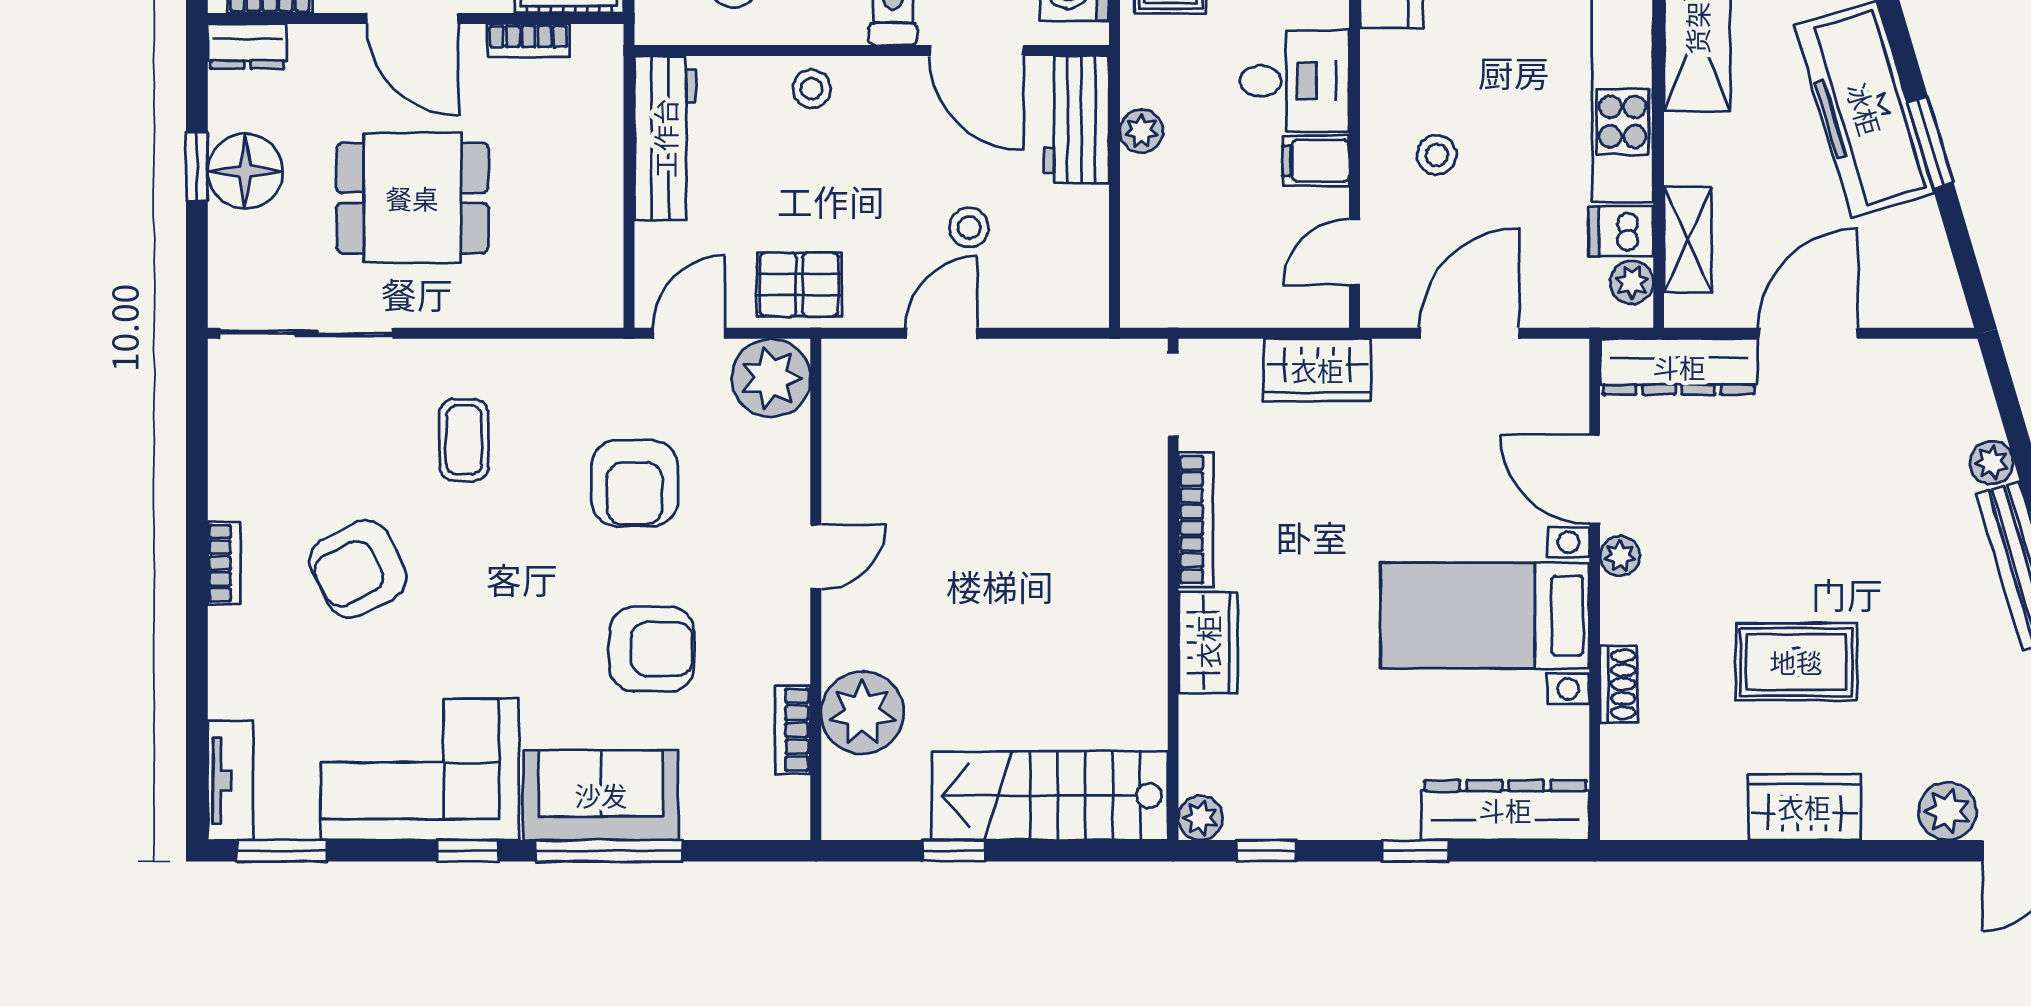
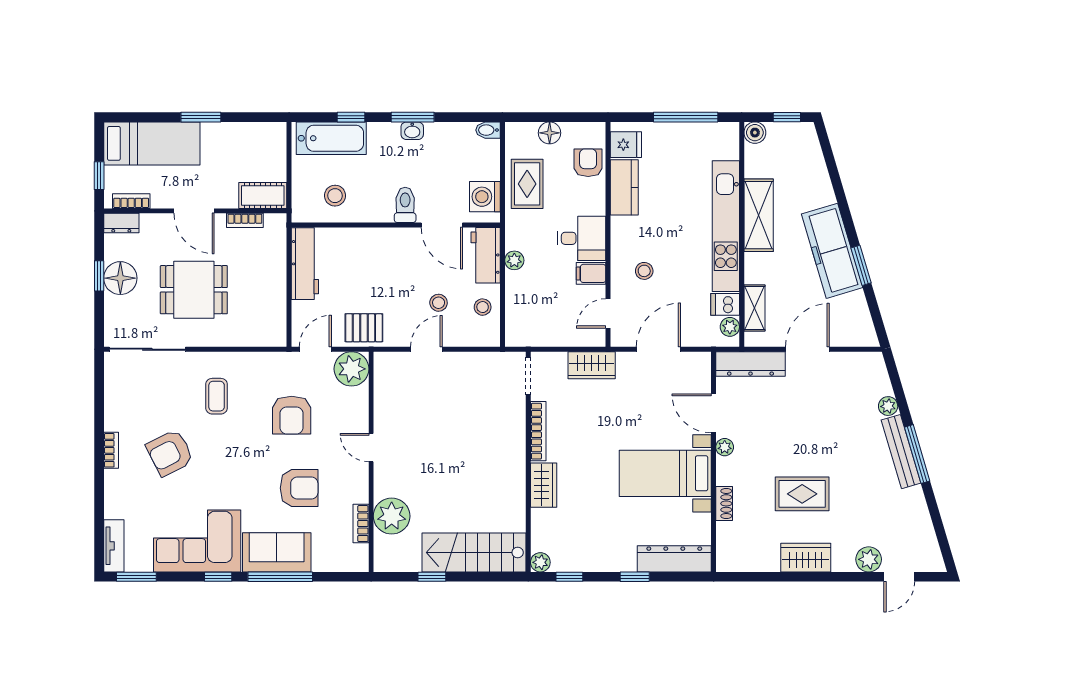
stool: (812, 89) -> (483, 307), moved
door: (816, 557) -> (371, 448), swing flipped

